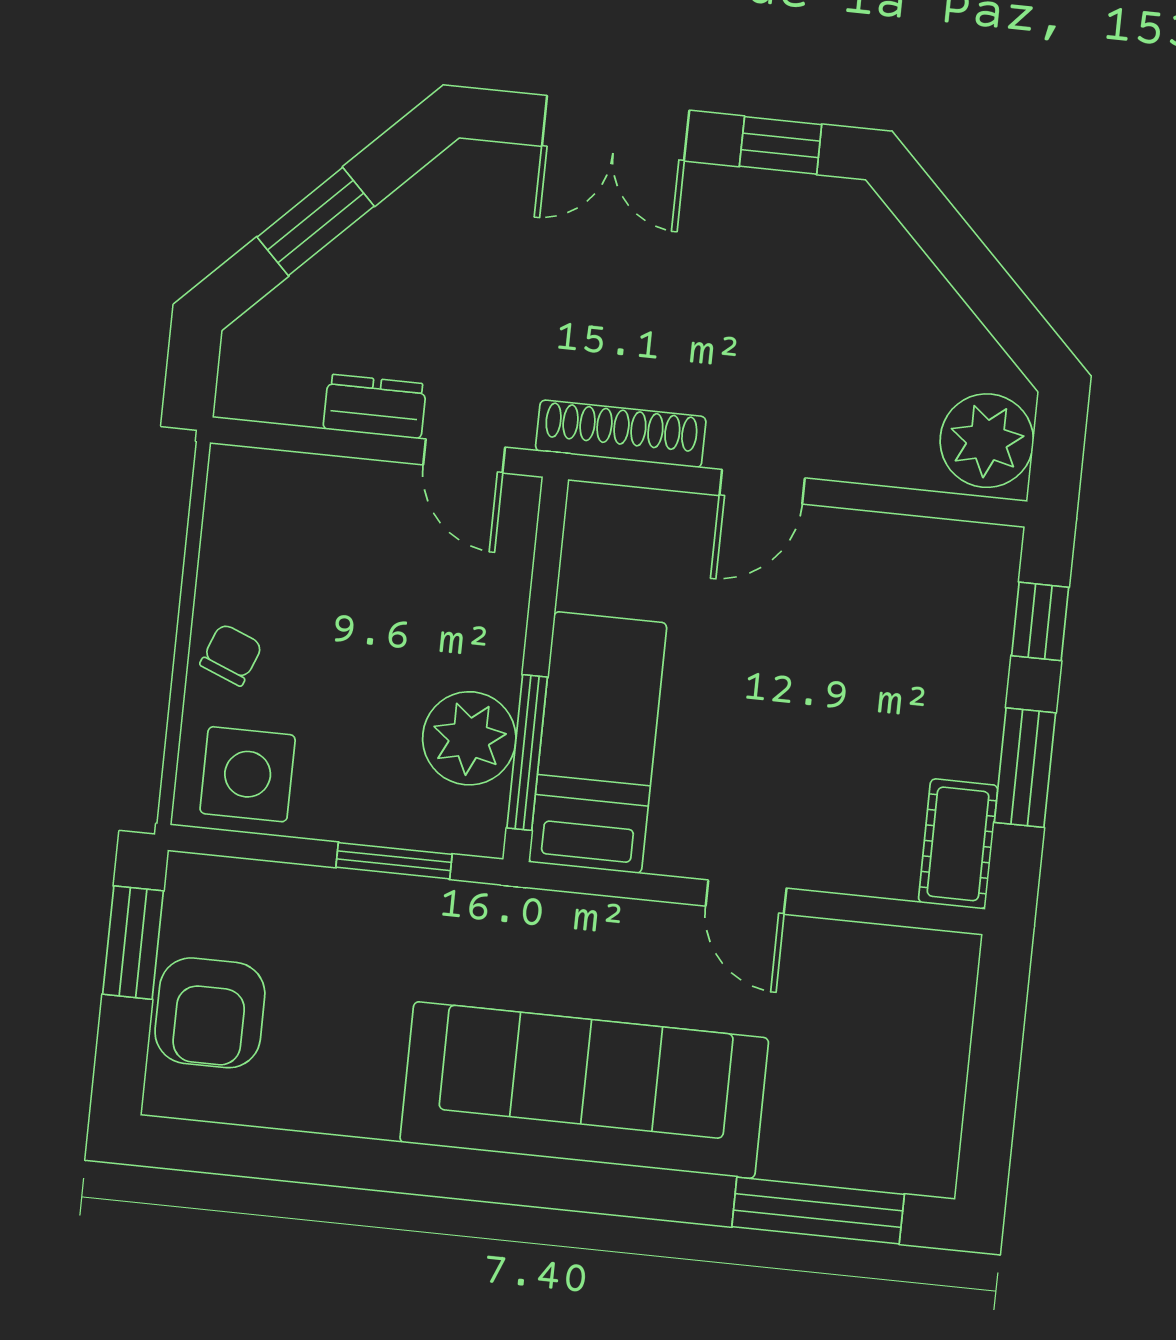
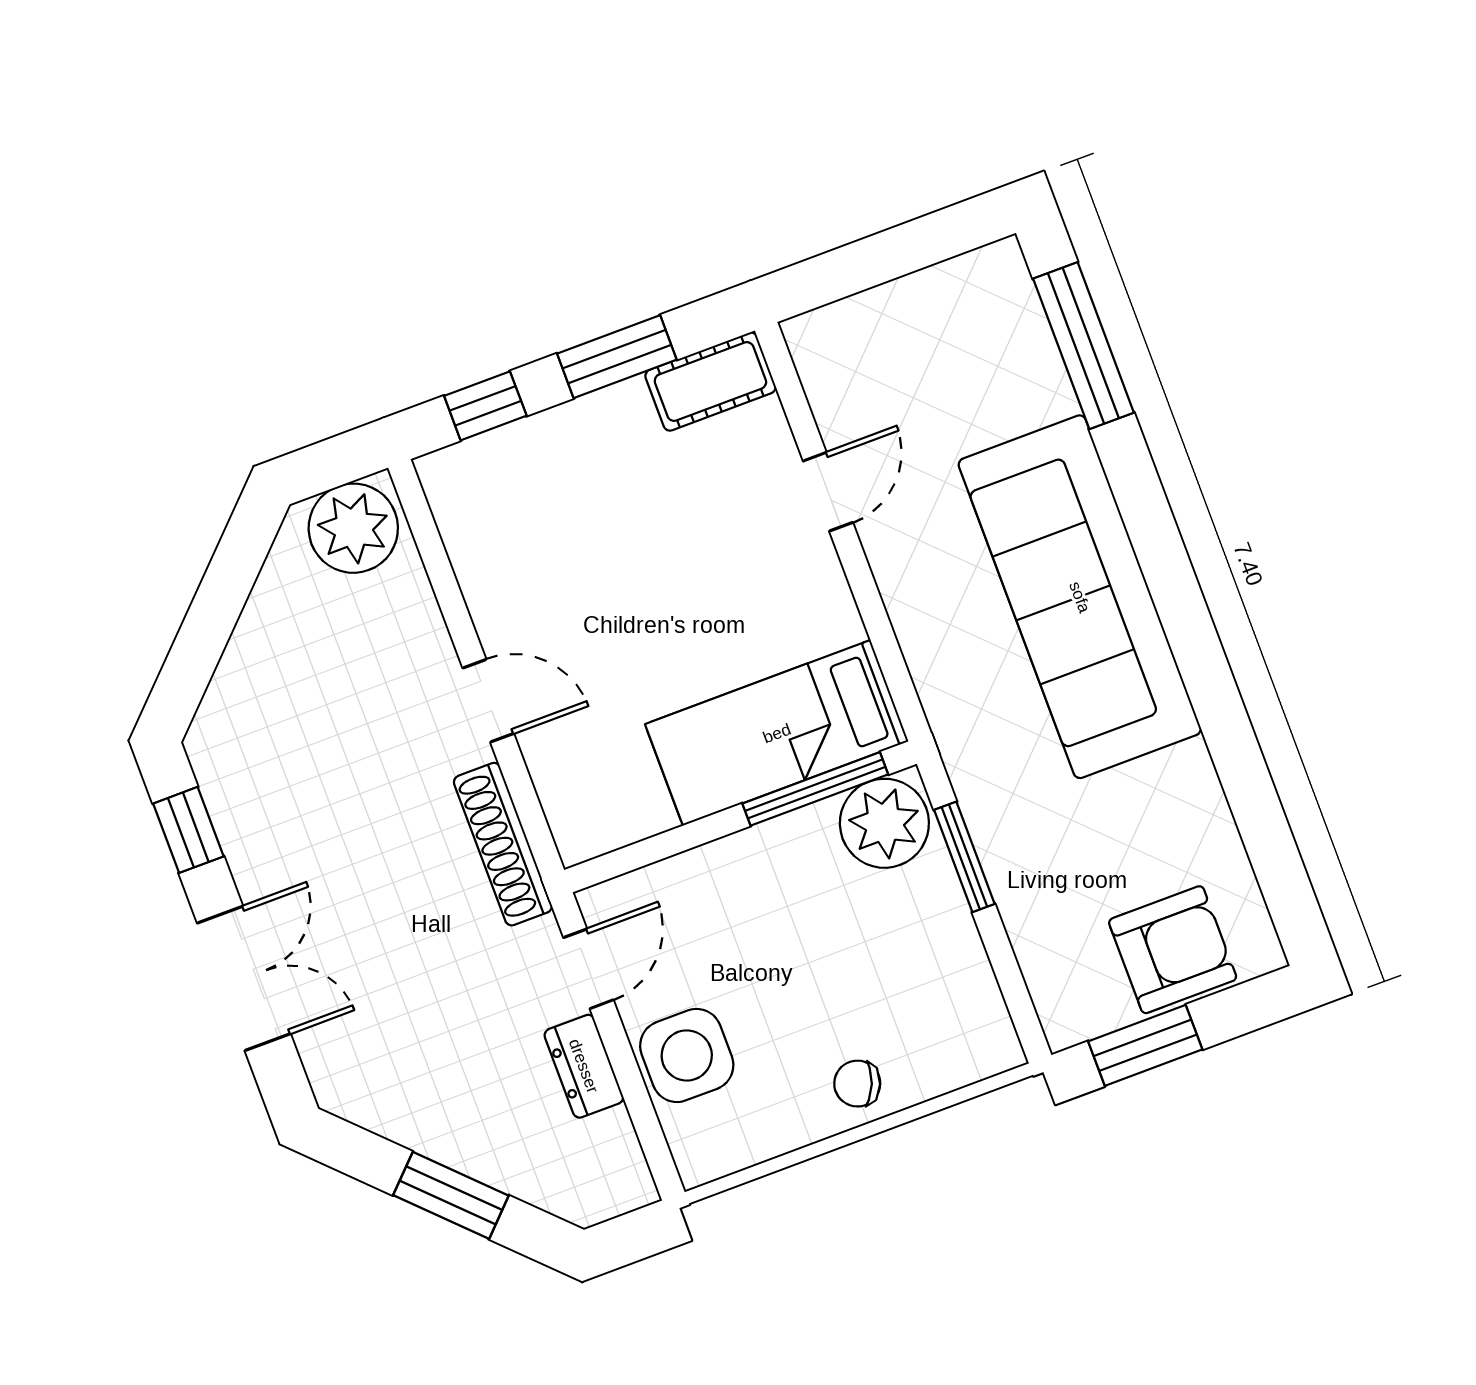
plant: (469, 738) -> (884, 823), moved
side table: (248, 774) -> (687, 1055), moved
door: (746, 897) -> (828, 492), moved

